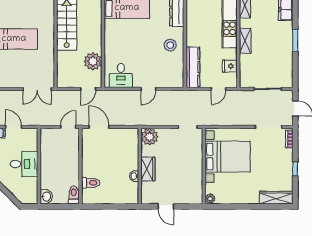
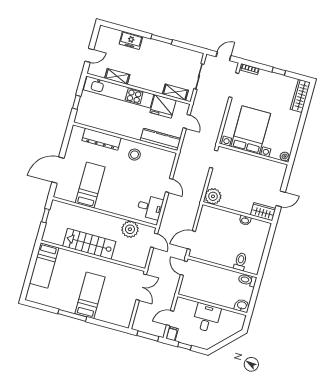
shelving: (245, 41) -> (175, 92), moved
fridge: (230, 66) -> (163, 106), width x1.88, depth x1.34
wardrobe: (148, 169) -> (263, 212), moved

